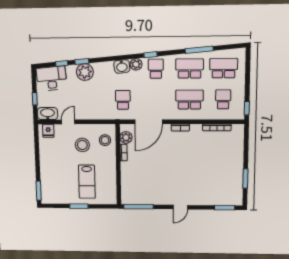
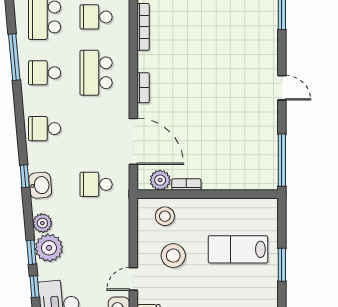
window: (151, 55) -> (25, 176), moved
plant: (136, 64) -> (42, 223), moved
school desk: (190, 68) -> (45, 73), width x0.54
door: (68, 122) -> (133, 279), hinge flipped
lab bench: (87, 182) -> (238, 249), turned 180

